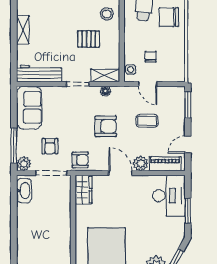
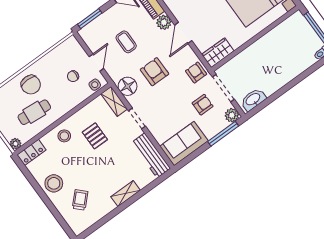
floor lamp: (105, 91) -> (128, 86), width x1.89, depth x1.89

